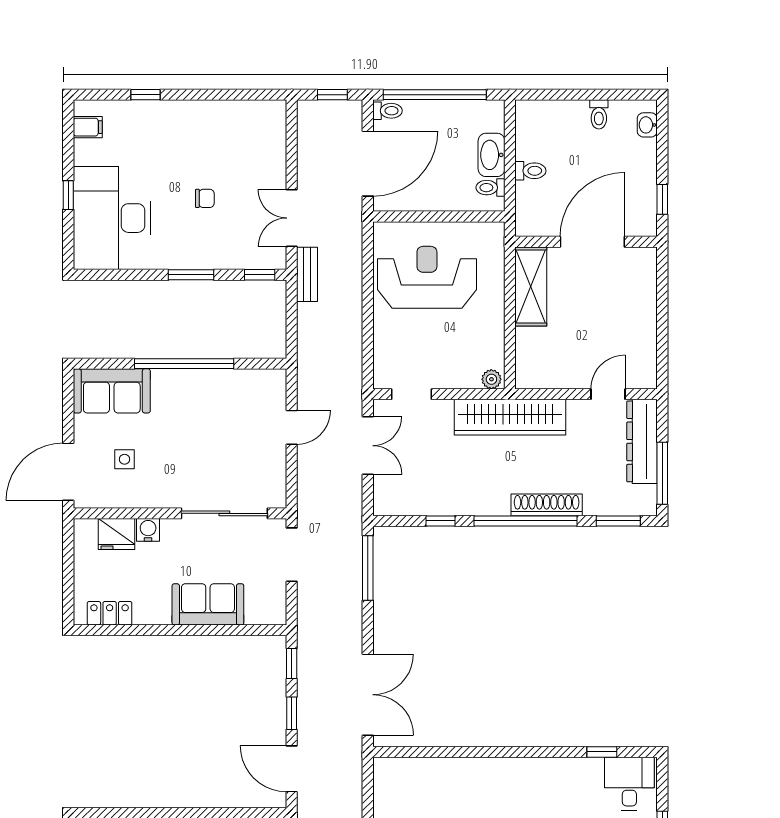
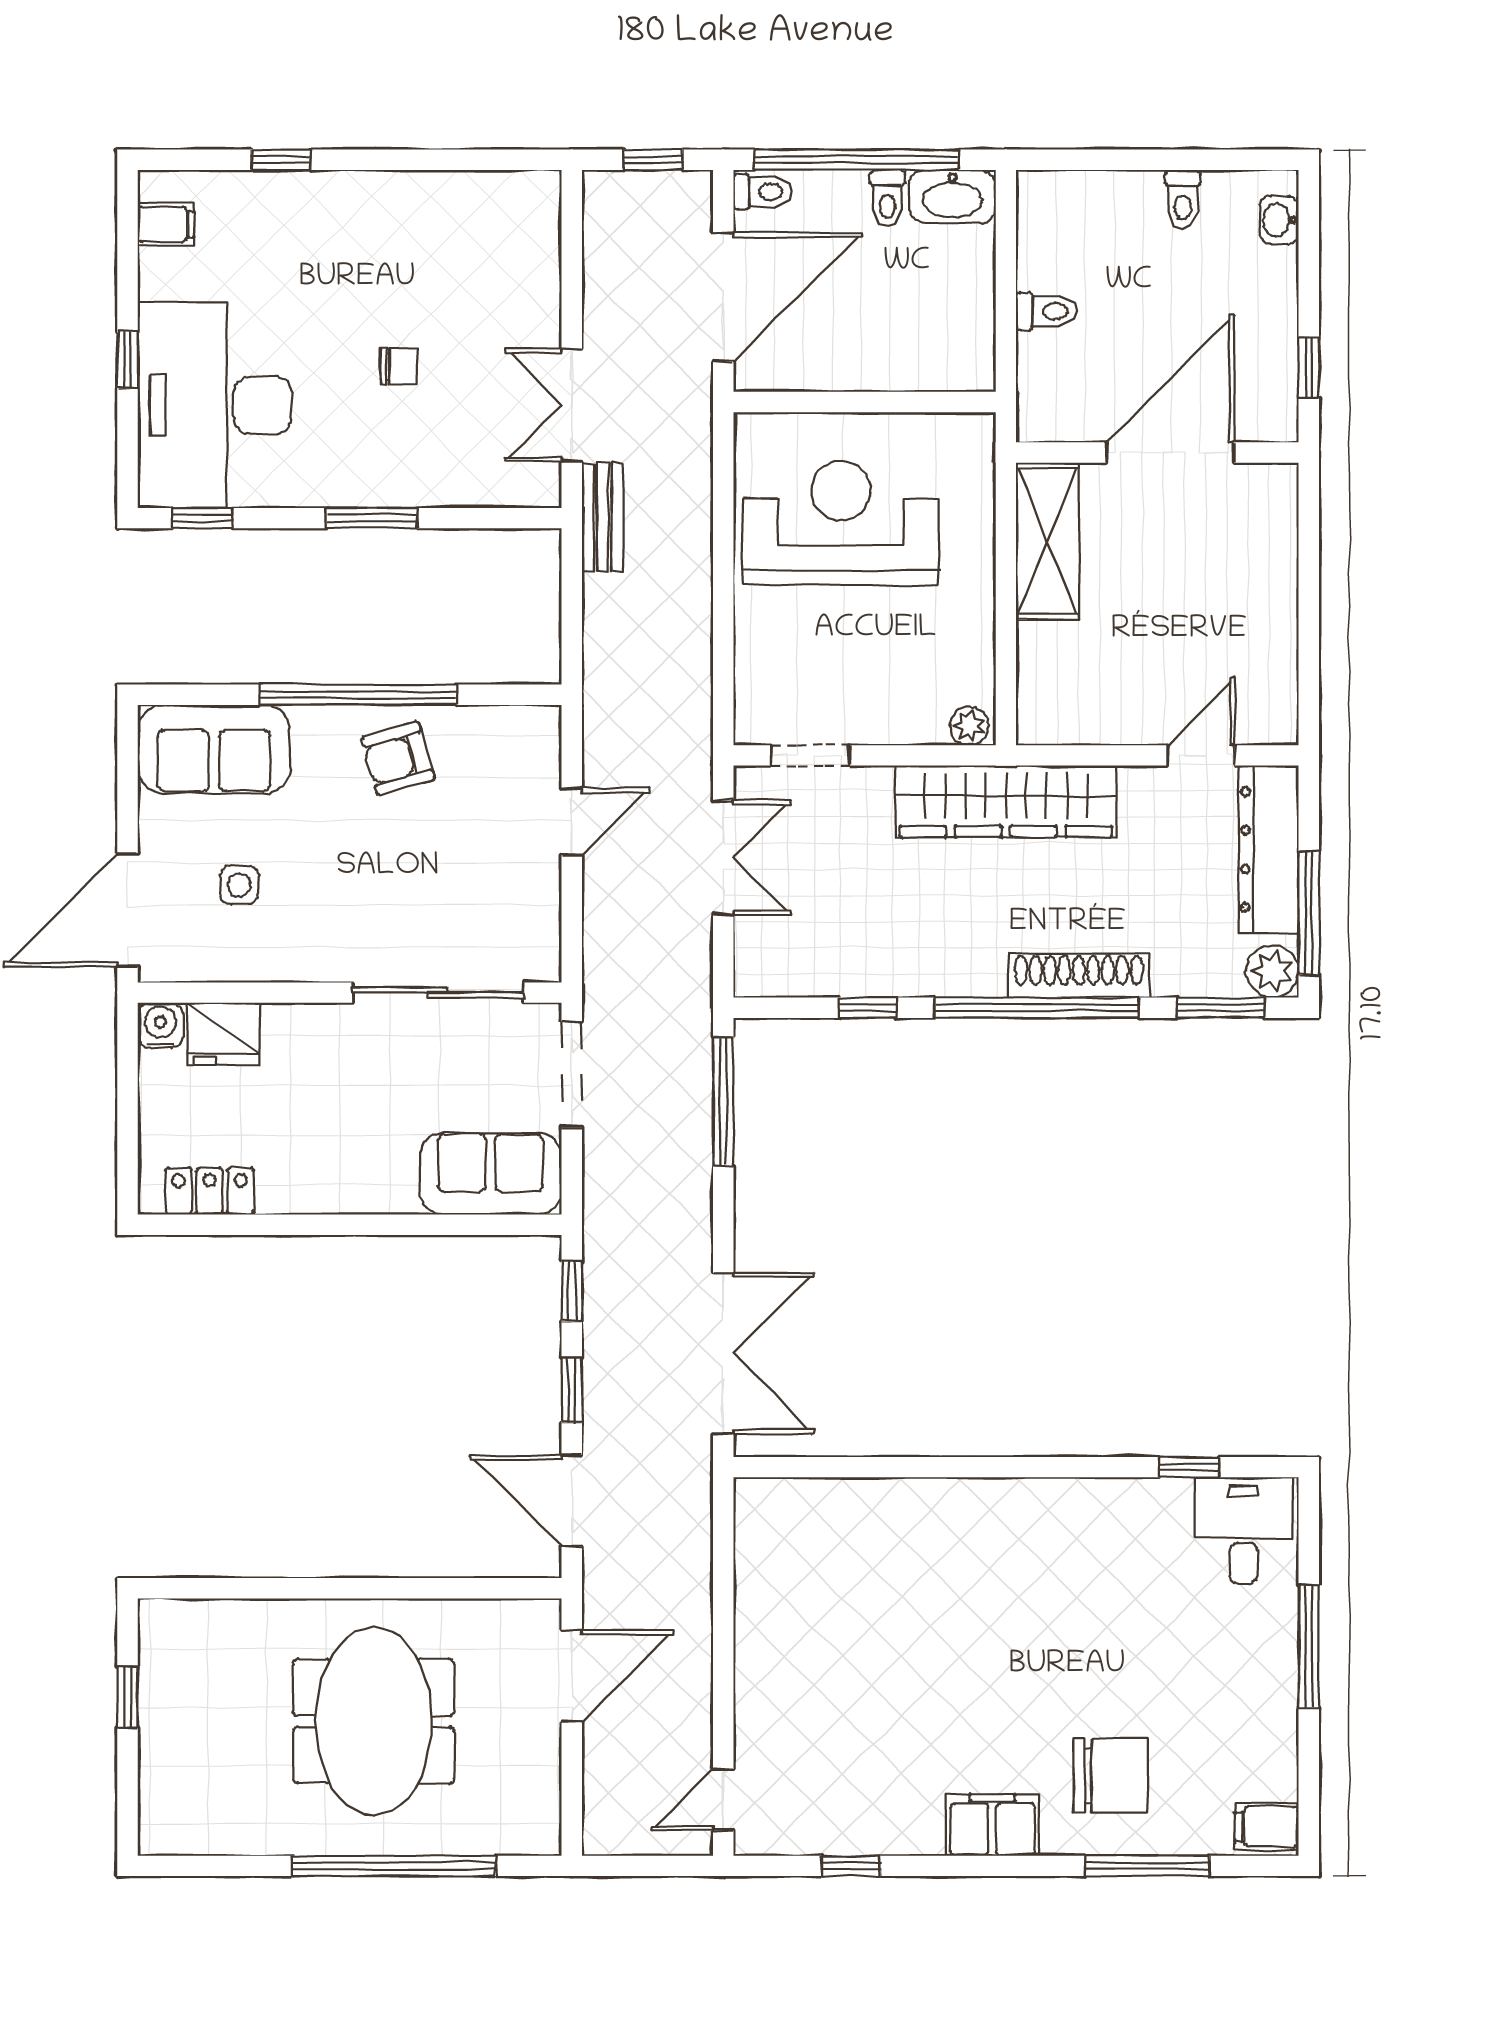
washbasin: (491, 155) -> (952, 196), moved, turned -90
toilet: (490, 188) -> (887, 198), moved, turned -90
window: (260, 275) -> (202, 518), moved
armchair: (204, 396) -> (398, 758), added
plant: (644, 503) -> (1272, 971), added
water cooler: (148, 530) -> (160, 1025), moved
sofa: (208, 604) -> (491, 1174), moved

